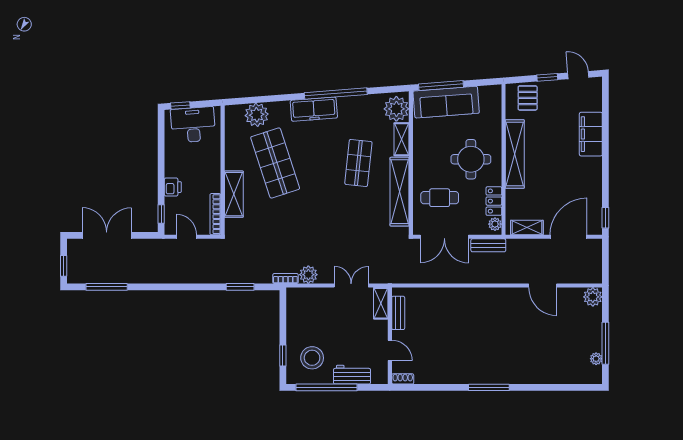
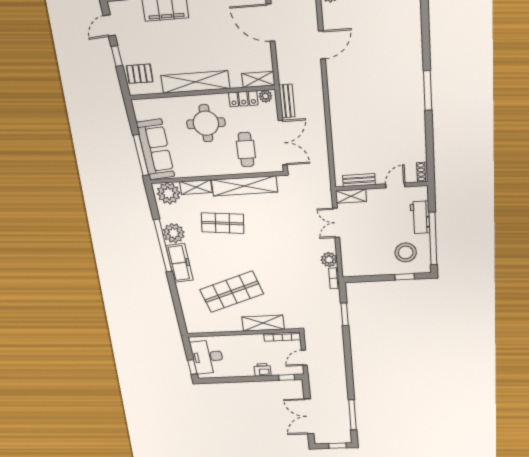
plant: (257, 115) -> (174, 233), moved
shelving: (527, 228) -> (258, 79), moved, turned 90

